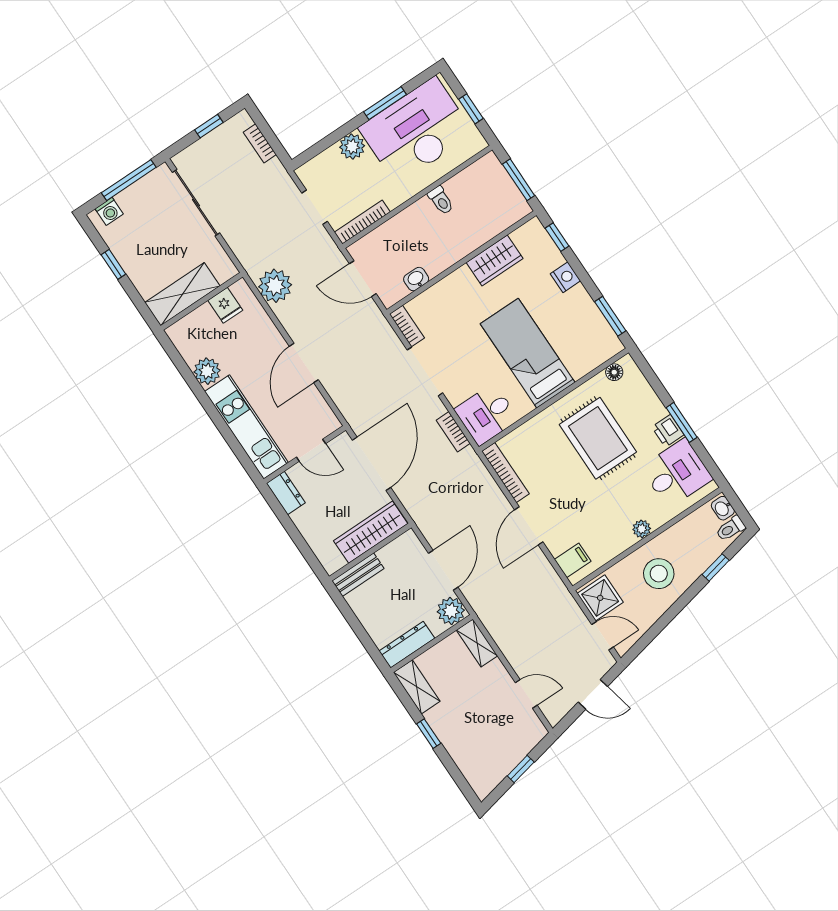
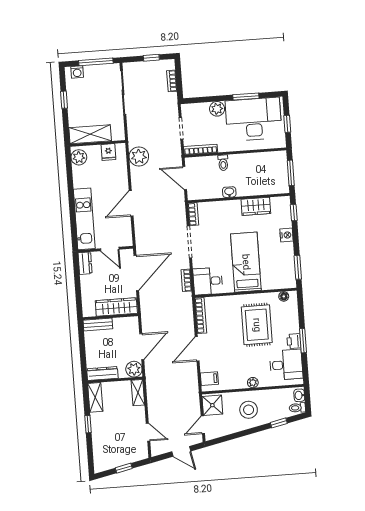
toilet: (441, 200) -> (223, 163), moved
washbasin: (416, 279) -> (229, 192), moved
plant: (207, 371) -> (79, 157), moved
door: (603, 636) -> (203, 425), swing flipped

